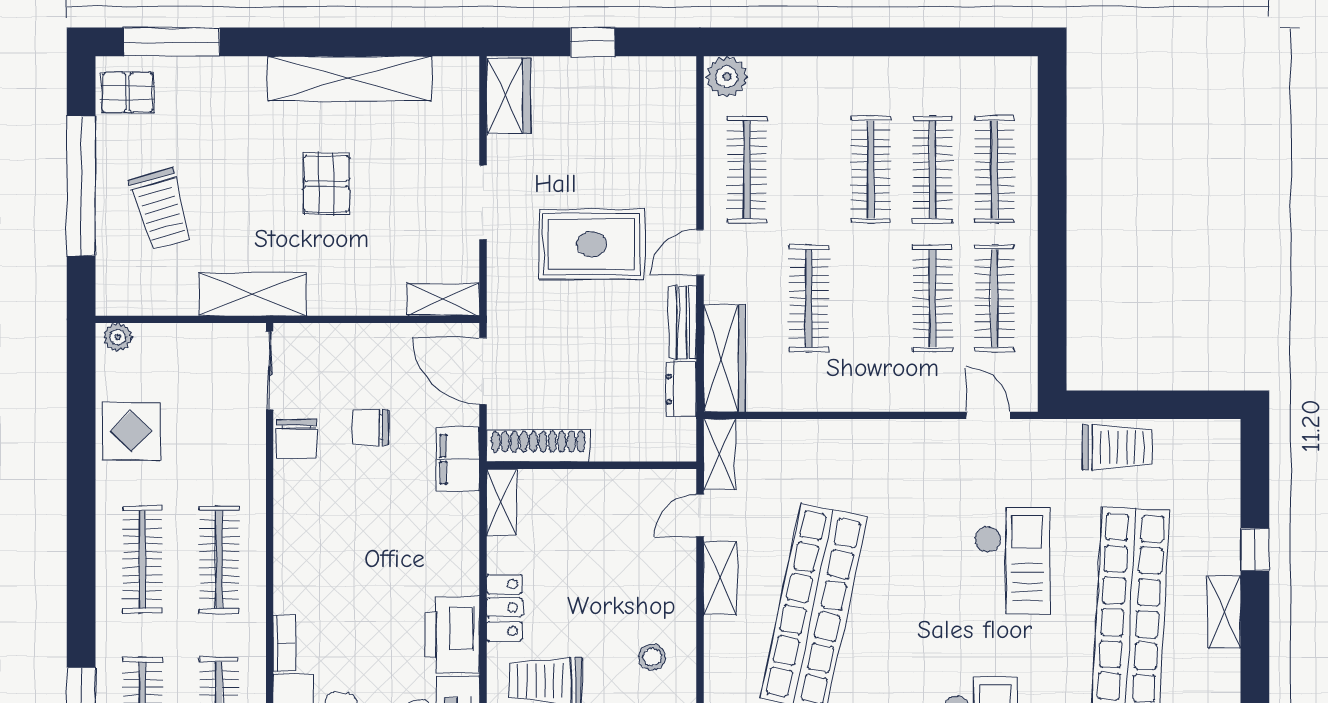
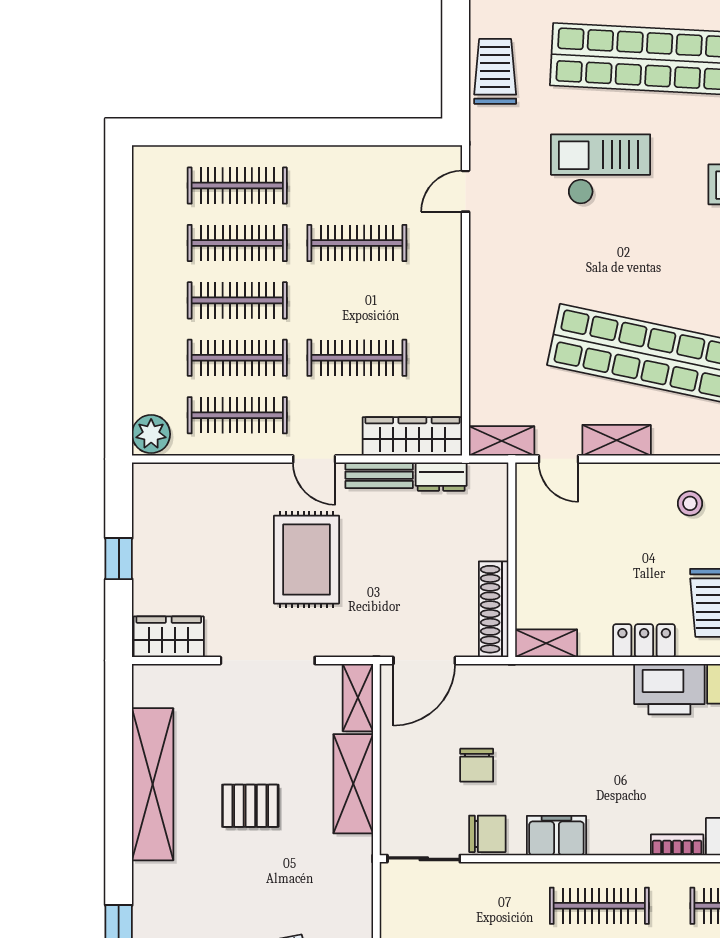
doorway: (483, 202) -> (268, 660), width x1.36
shelving: (253, 294) -> (353, 784), moved
clothes rail: (994, 298) -> (237, 358), moved
filing cabinet: (458, 459) -> (556, 836), moved, turned 180

